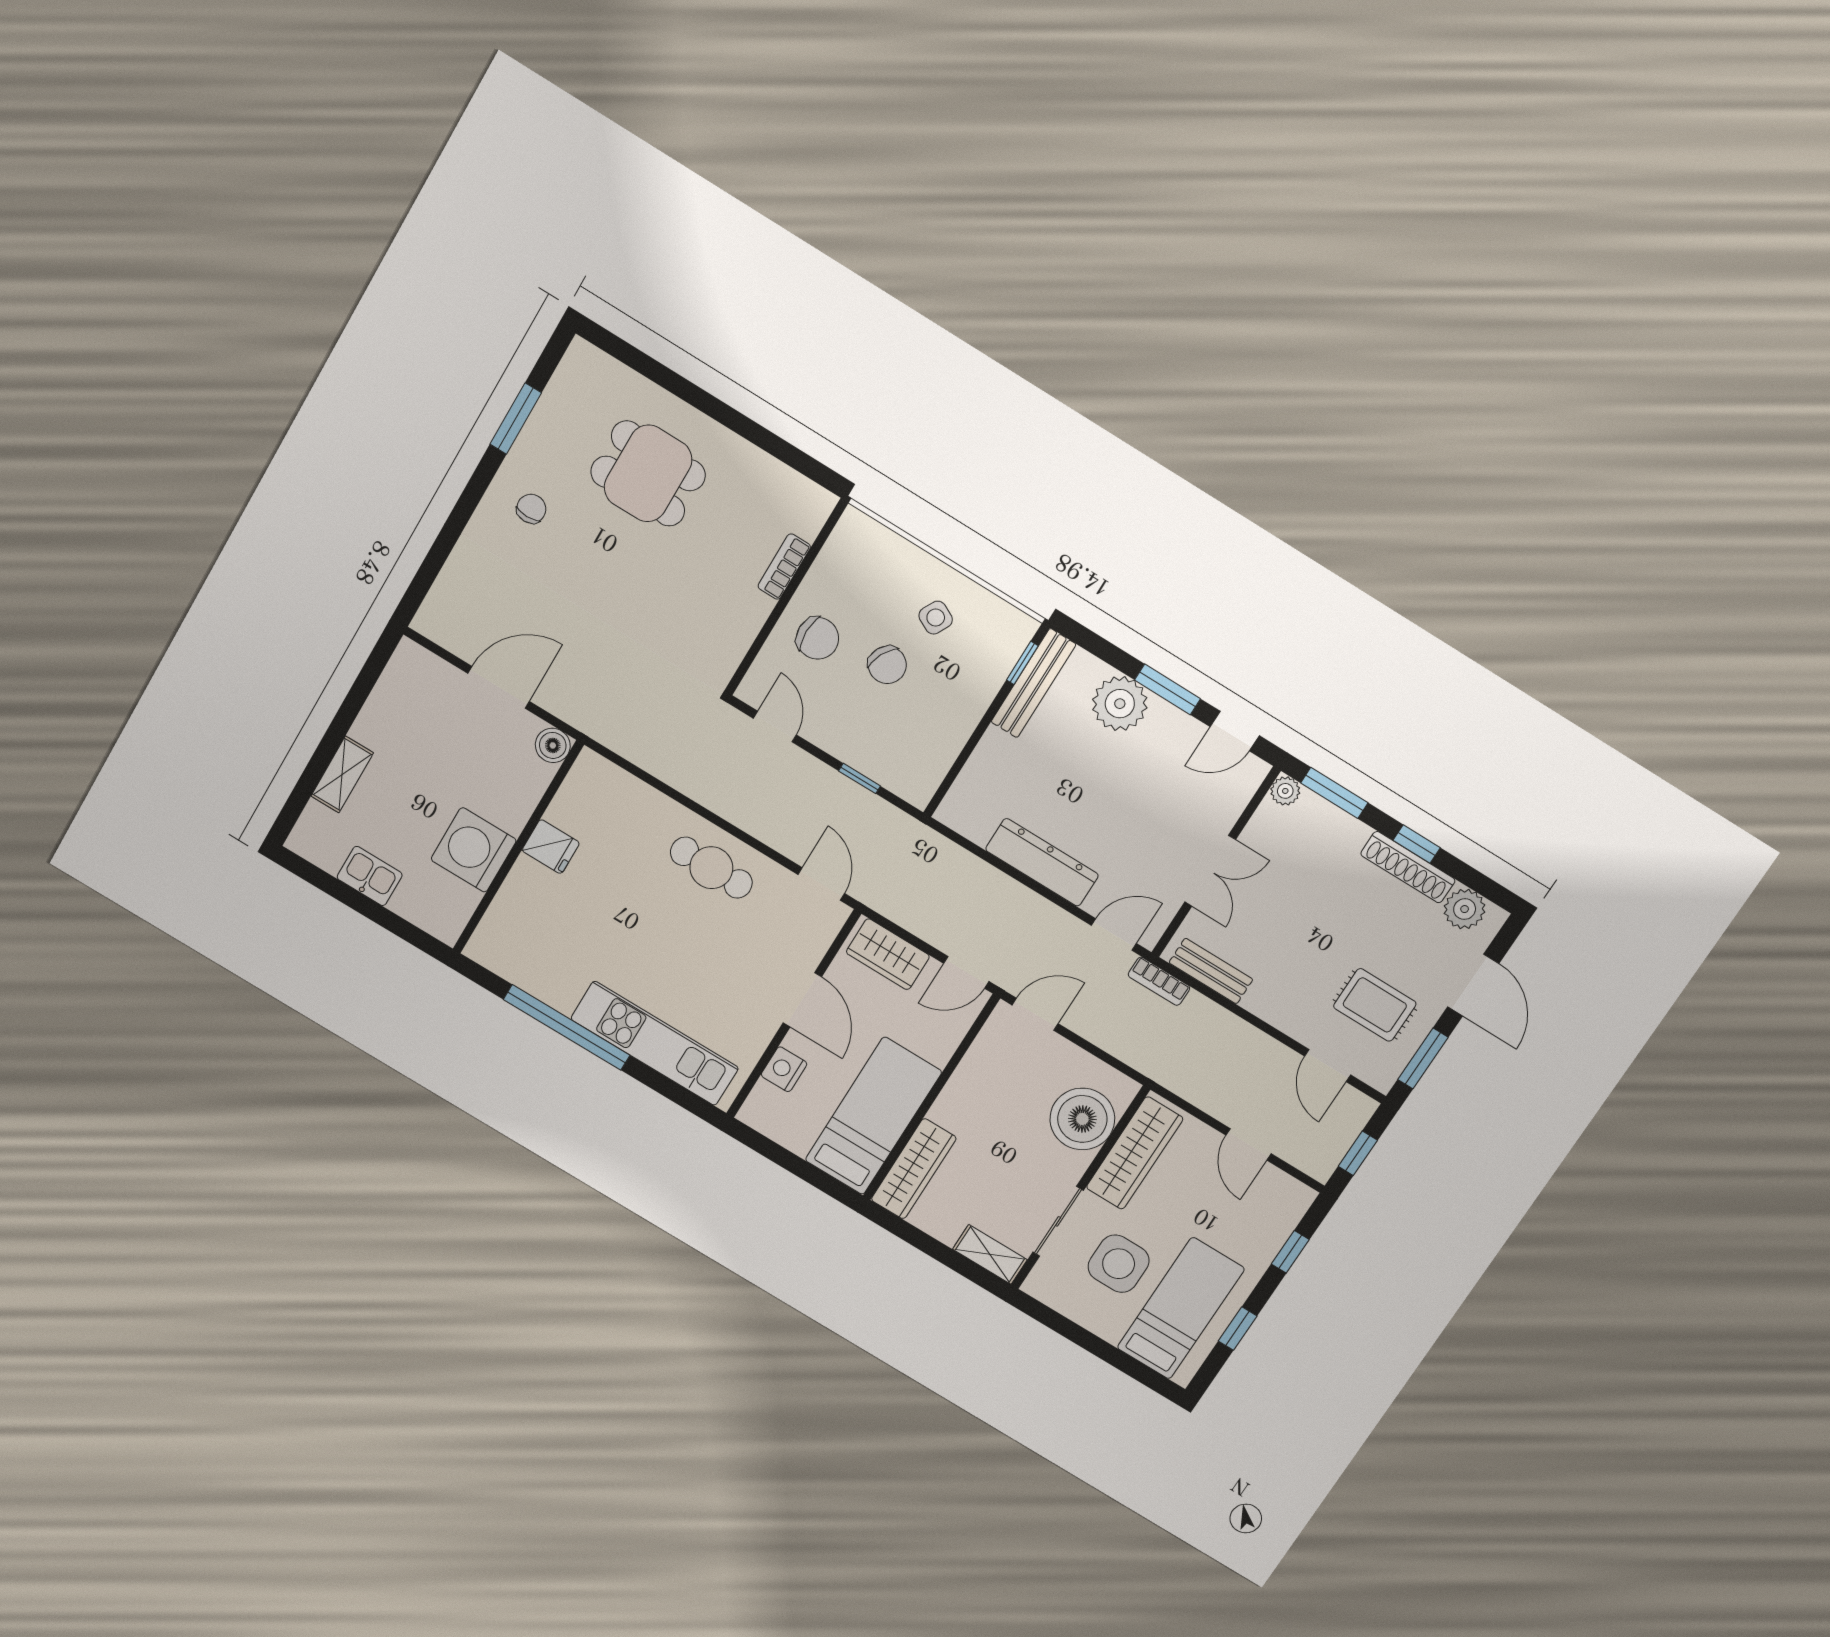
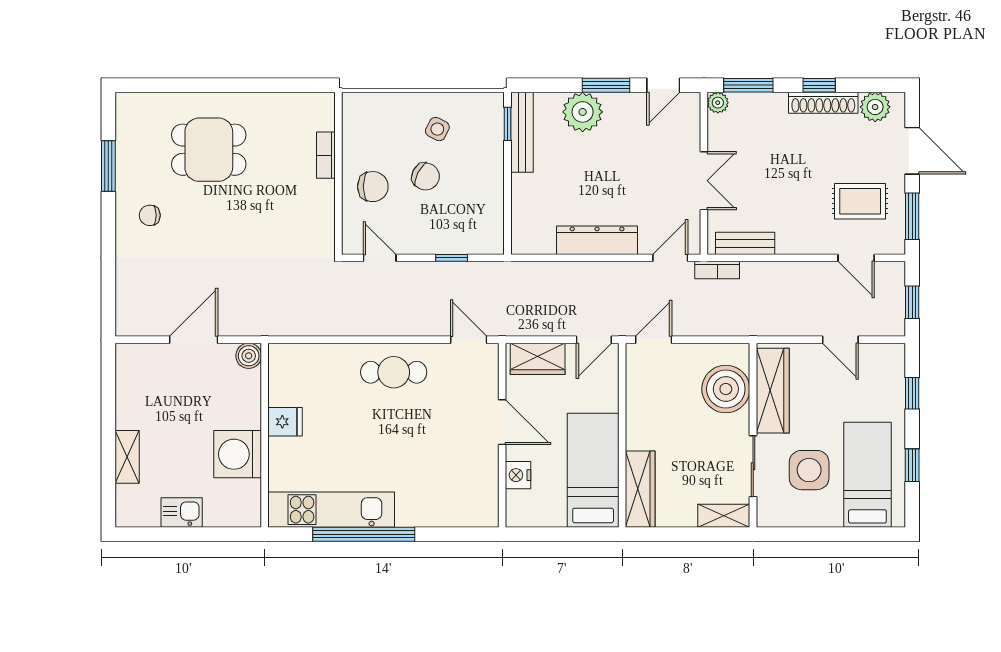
chair: (531, 509) -> (150, 215), turned -90
kitchen unit: (655, 1043) -> (331, 510), moved

